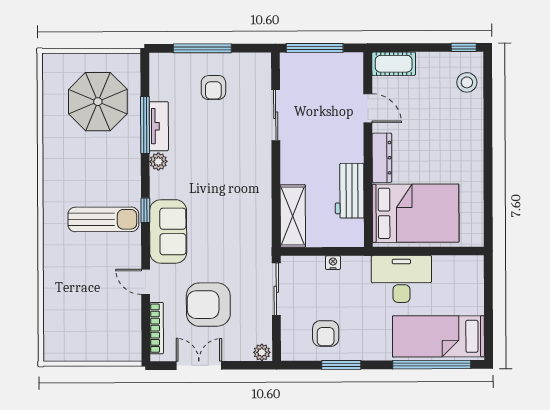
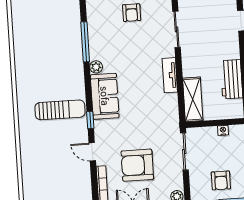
parasol: (98, 102) -> (51, 27), removed
tv unit: (159, 126) -> (170, 75), moved, turned 180
window: (145, 210) -> (90, 120), moved
sofa: (168, 231) -> (105, 96), moved

